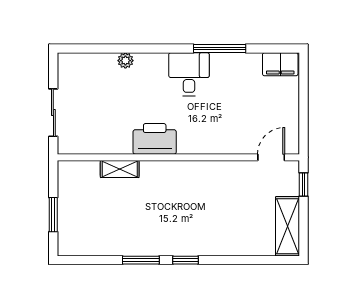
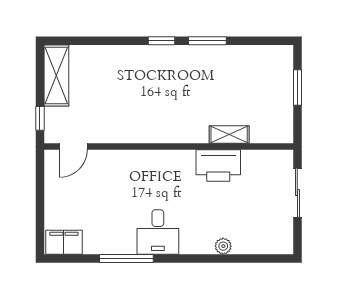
printer: (155, 139) -> (218, 165), moved

